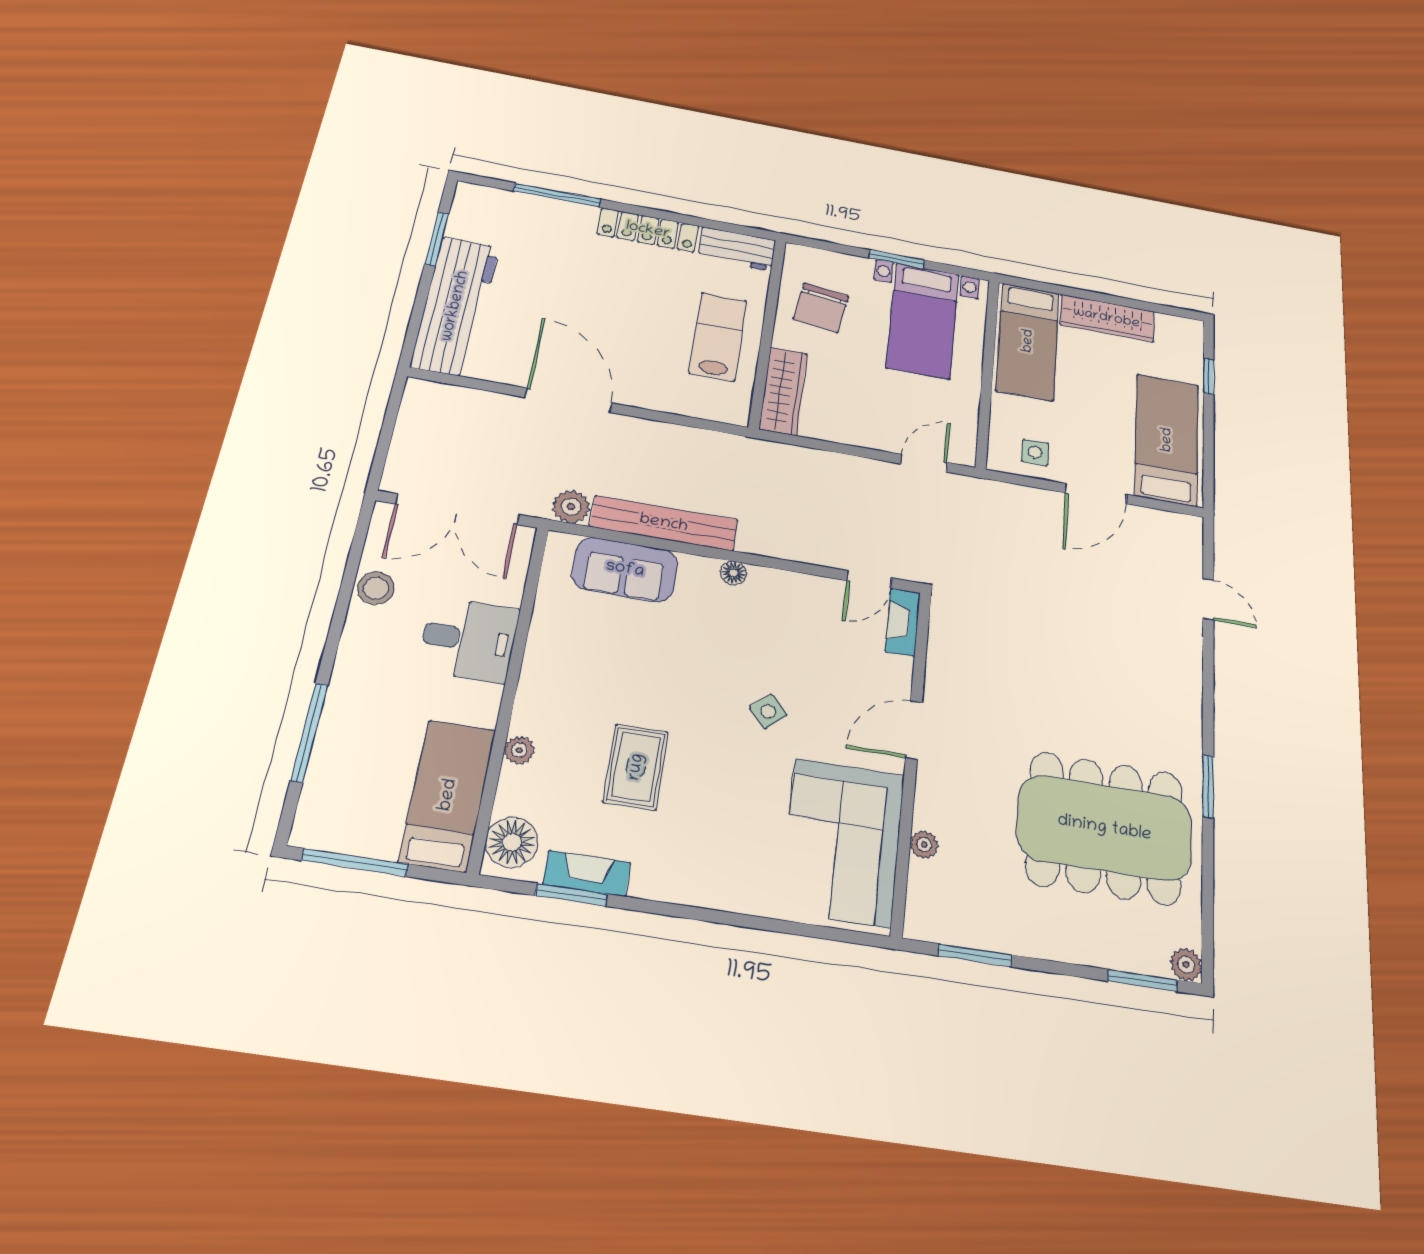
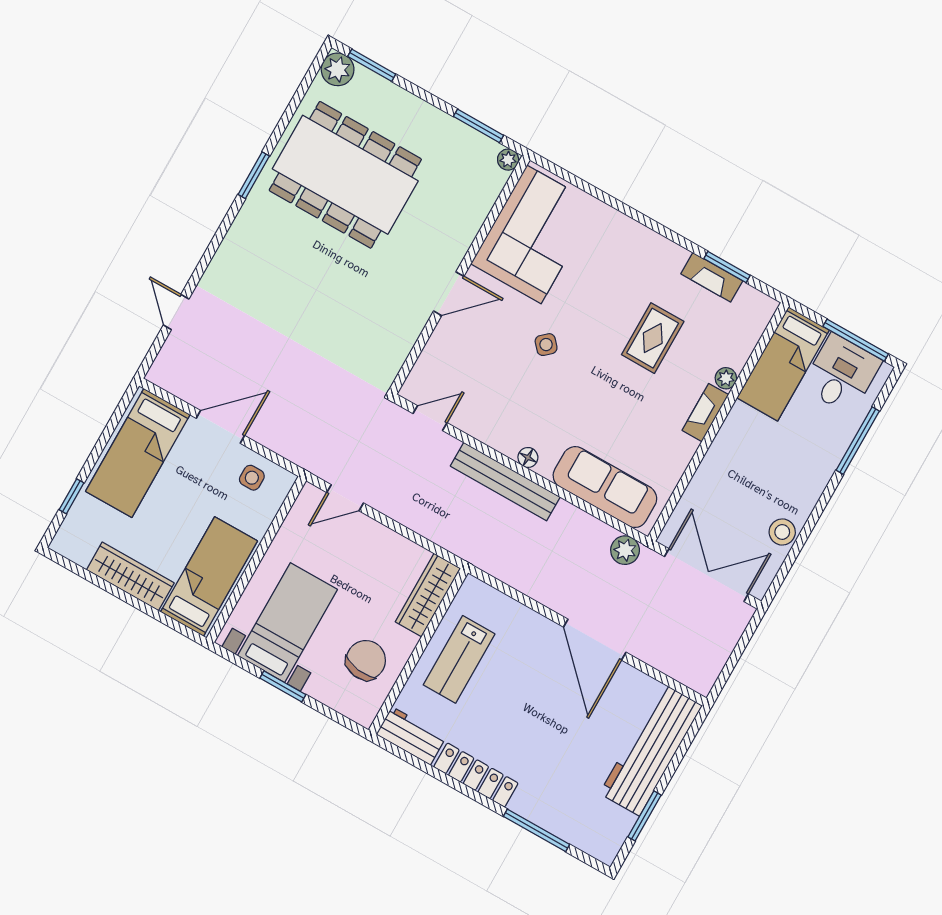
bench: (664, 523) -> (505, 482), moved
sofa: (625, 569) -> (605, 487), width x1.36
fireplace: (903, 622) -> (705, 413), moved, turned 180
desk: (469, 640) -> (841, 374), moved, turned 90
floor lamp: (512, 842) -> (753, 316), removed
plant: (924, 845) -> (508, 160), moved
plant: (1186, 965) -> (338, 69), width x1.38, depth x1.38

